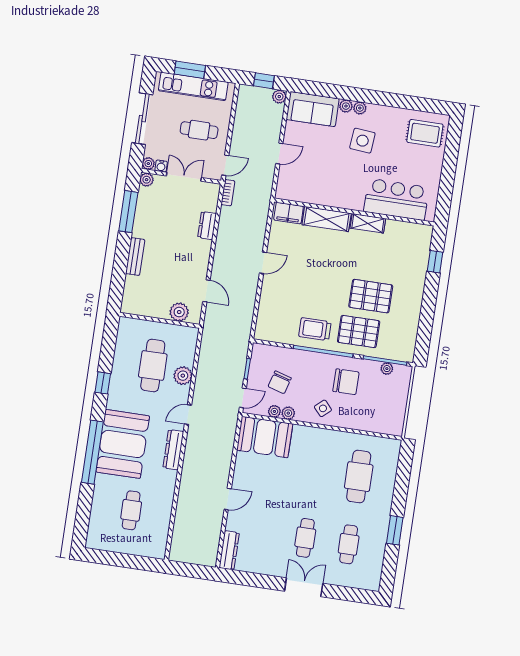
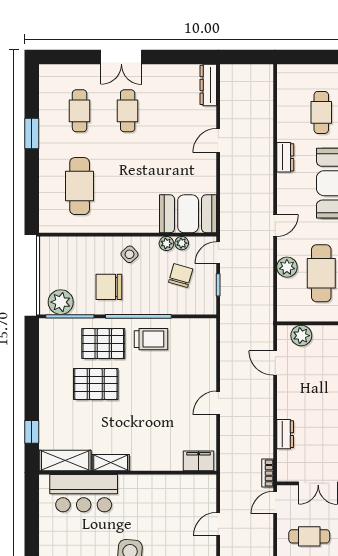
shelving: (327, 219) -> (65, 461), moved
plant: (387, 369) -> (61, 302), width x1.87, depth x1.87
dresser: (173, 450) -> (285, 157), moved, width x0.70

